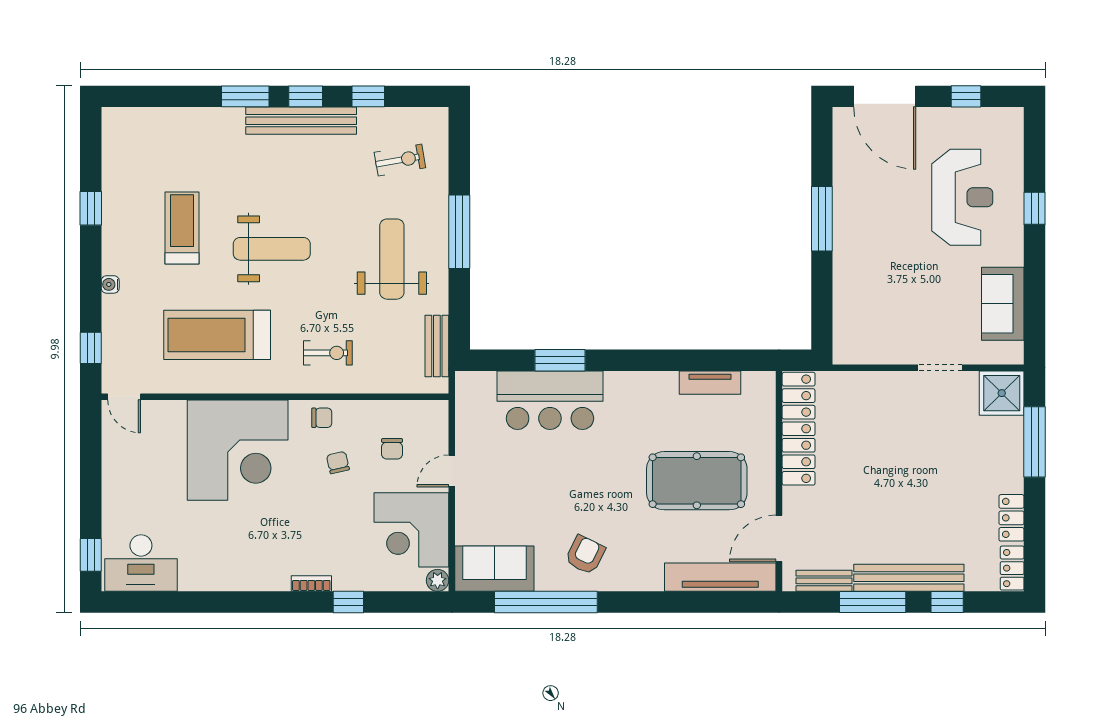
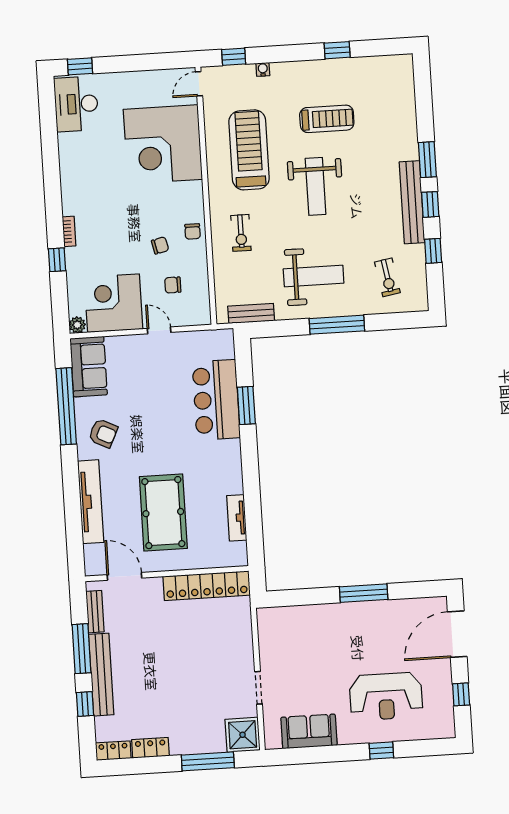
water cooler: (110, 284) -> (263, 69), moved
corner desk: (238, 450) -> (163, 144), moved
tv unit: (720, 577) -> (91, 502), moved

